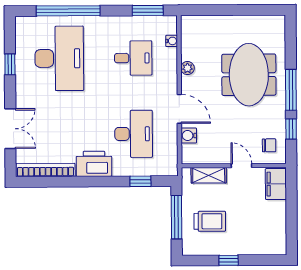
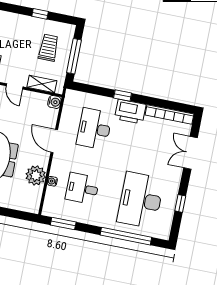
water cooler: (172, 41) -> (52, 181), moved
plant: (187, 68) -> (36, 175), width x1.88, depth x1.88
water cooler: (189, 136) -> (54, 102), moved
window: (140, 181) -> (123, 95), moved
trolley: (210, 221) -> (49, 48), turned 90

